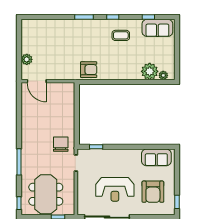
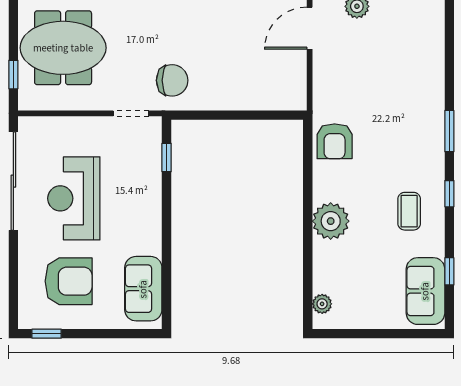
plant: (150, 71) -> (331, 221), moved
armchair: (153, 192) -> (69, 281), turned 180

